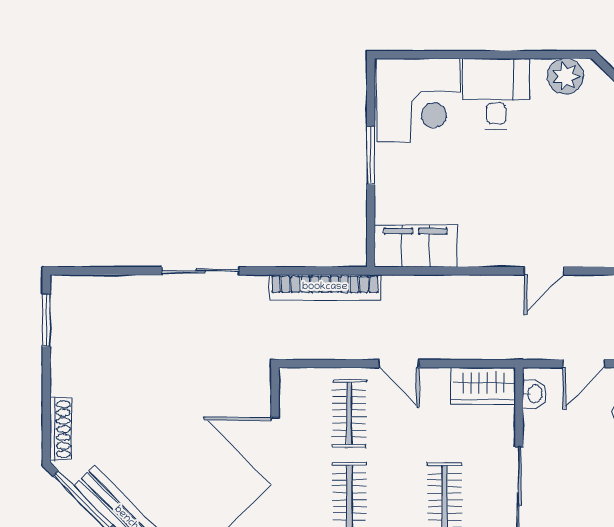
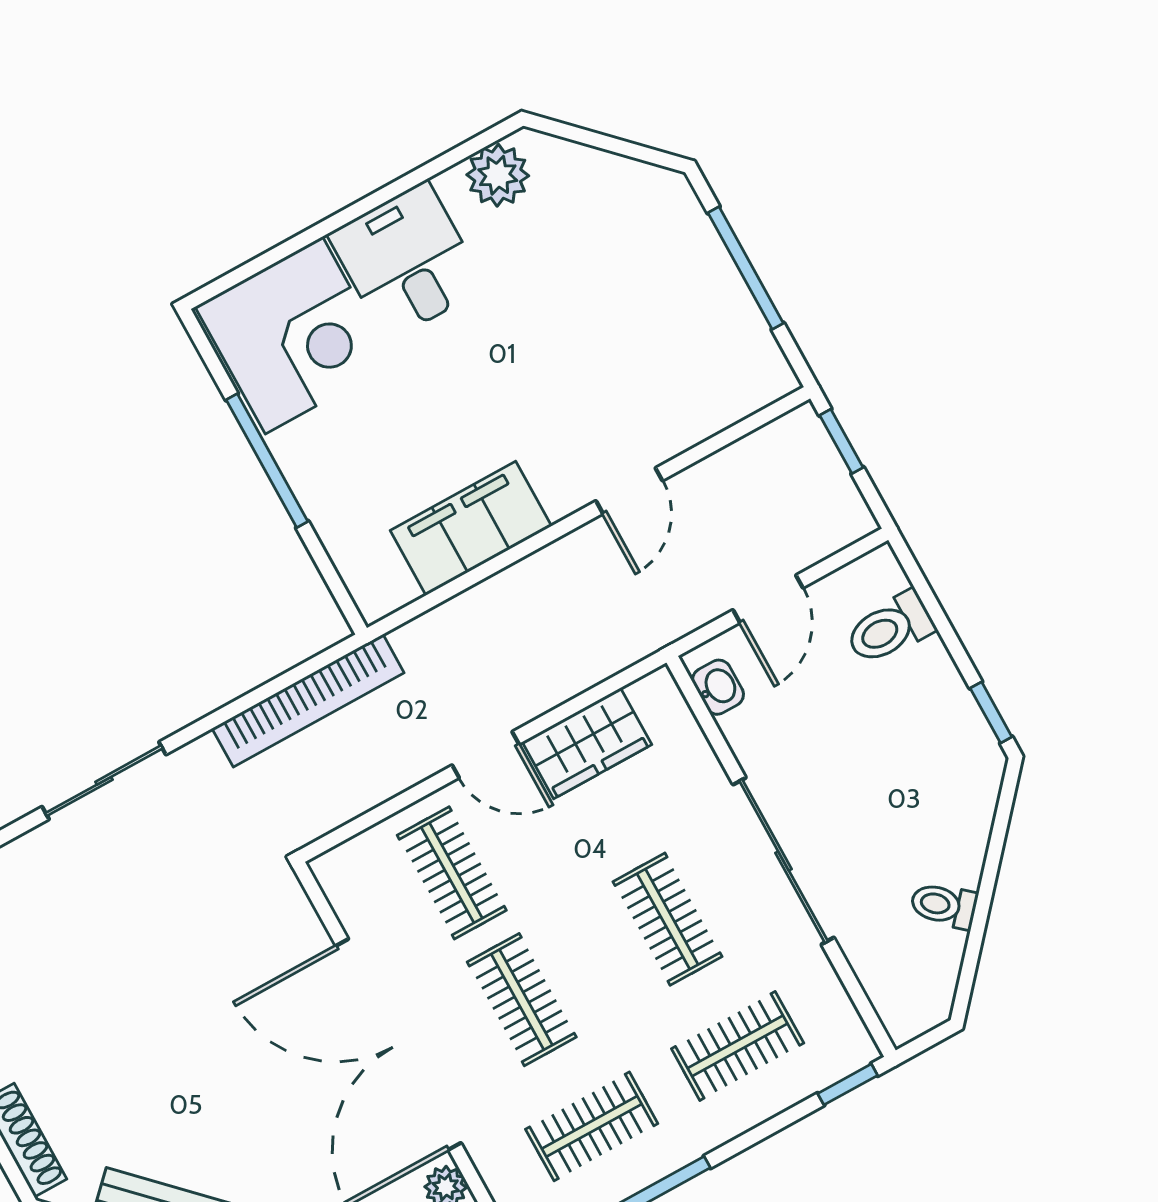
window: (371, 156) -> (267, 461), width x1.44
filing cabinet: (416, 246) -> (471, 528), moved
wardrobe: (483, 386) -> (587, 743), moved

